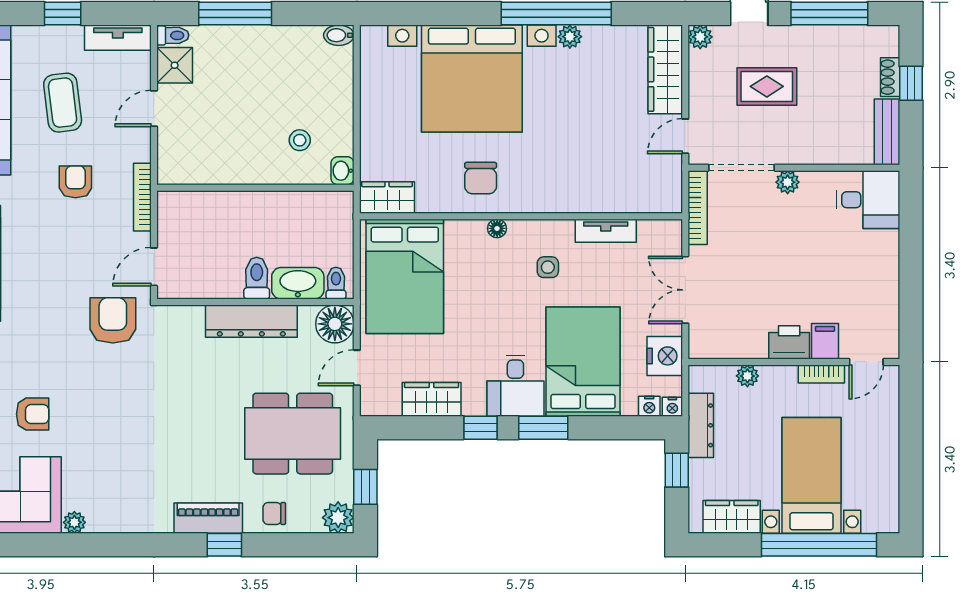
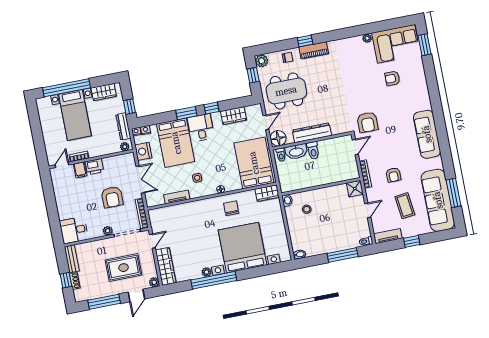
shower: (175, 65) -> (355, 189), moved
rug: (767, 86) -> (124, 268), width x1.36, depth x1.43
armchair: (761, 261) -> (112, 197), added
plant: (747, 376) -> (125, 147), moved

